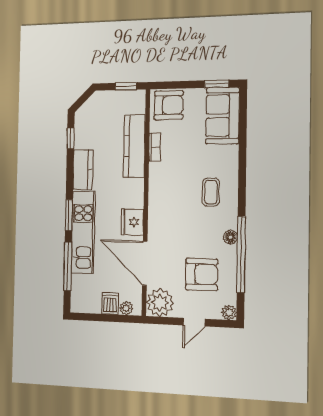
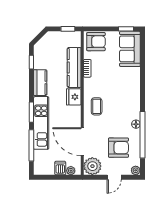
coffee table: (211, 192) -> (97, 106), moved
fridge: (132, 222) -> (74, 97), moved

